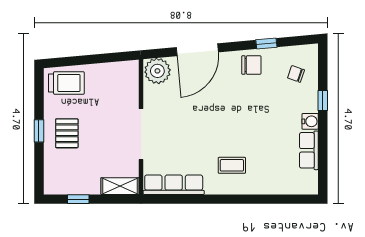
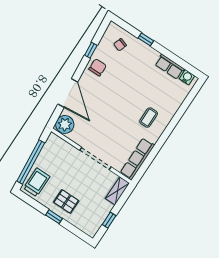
window: (86, 60) -> (31, 162), added
water cooler: (310, 121) -> (187, 77), moved

